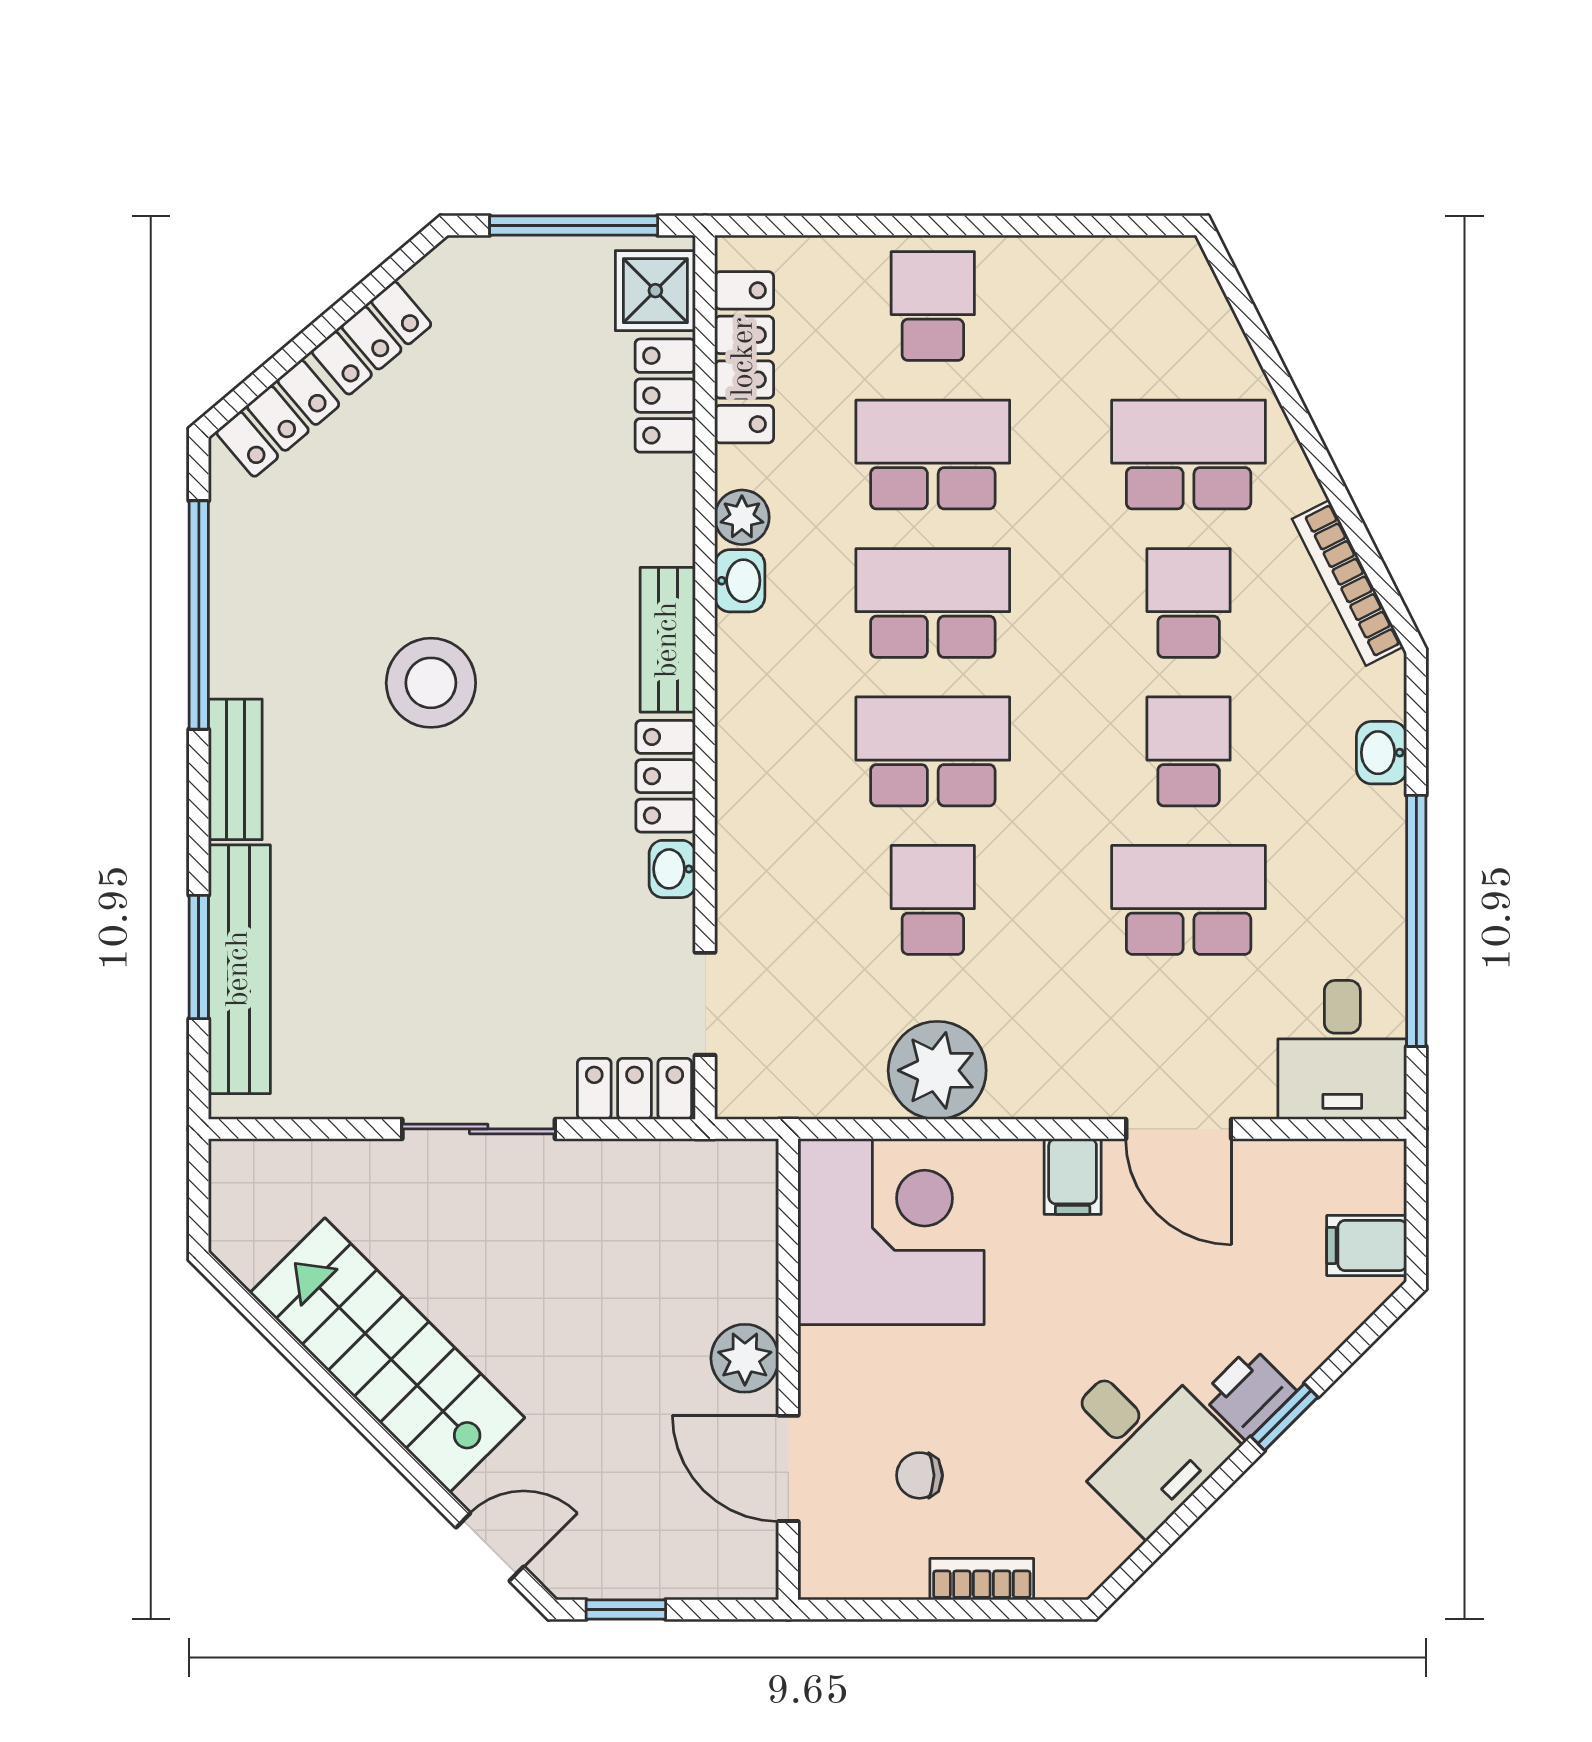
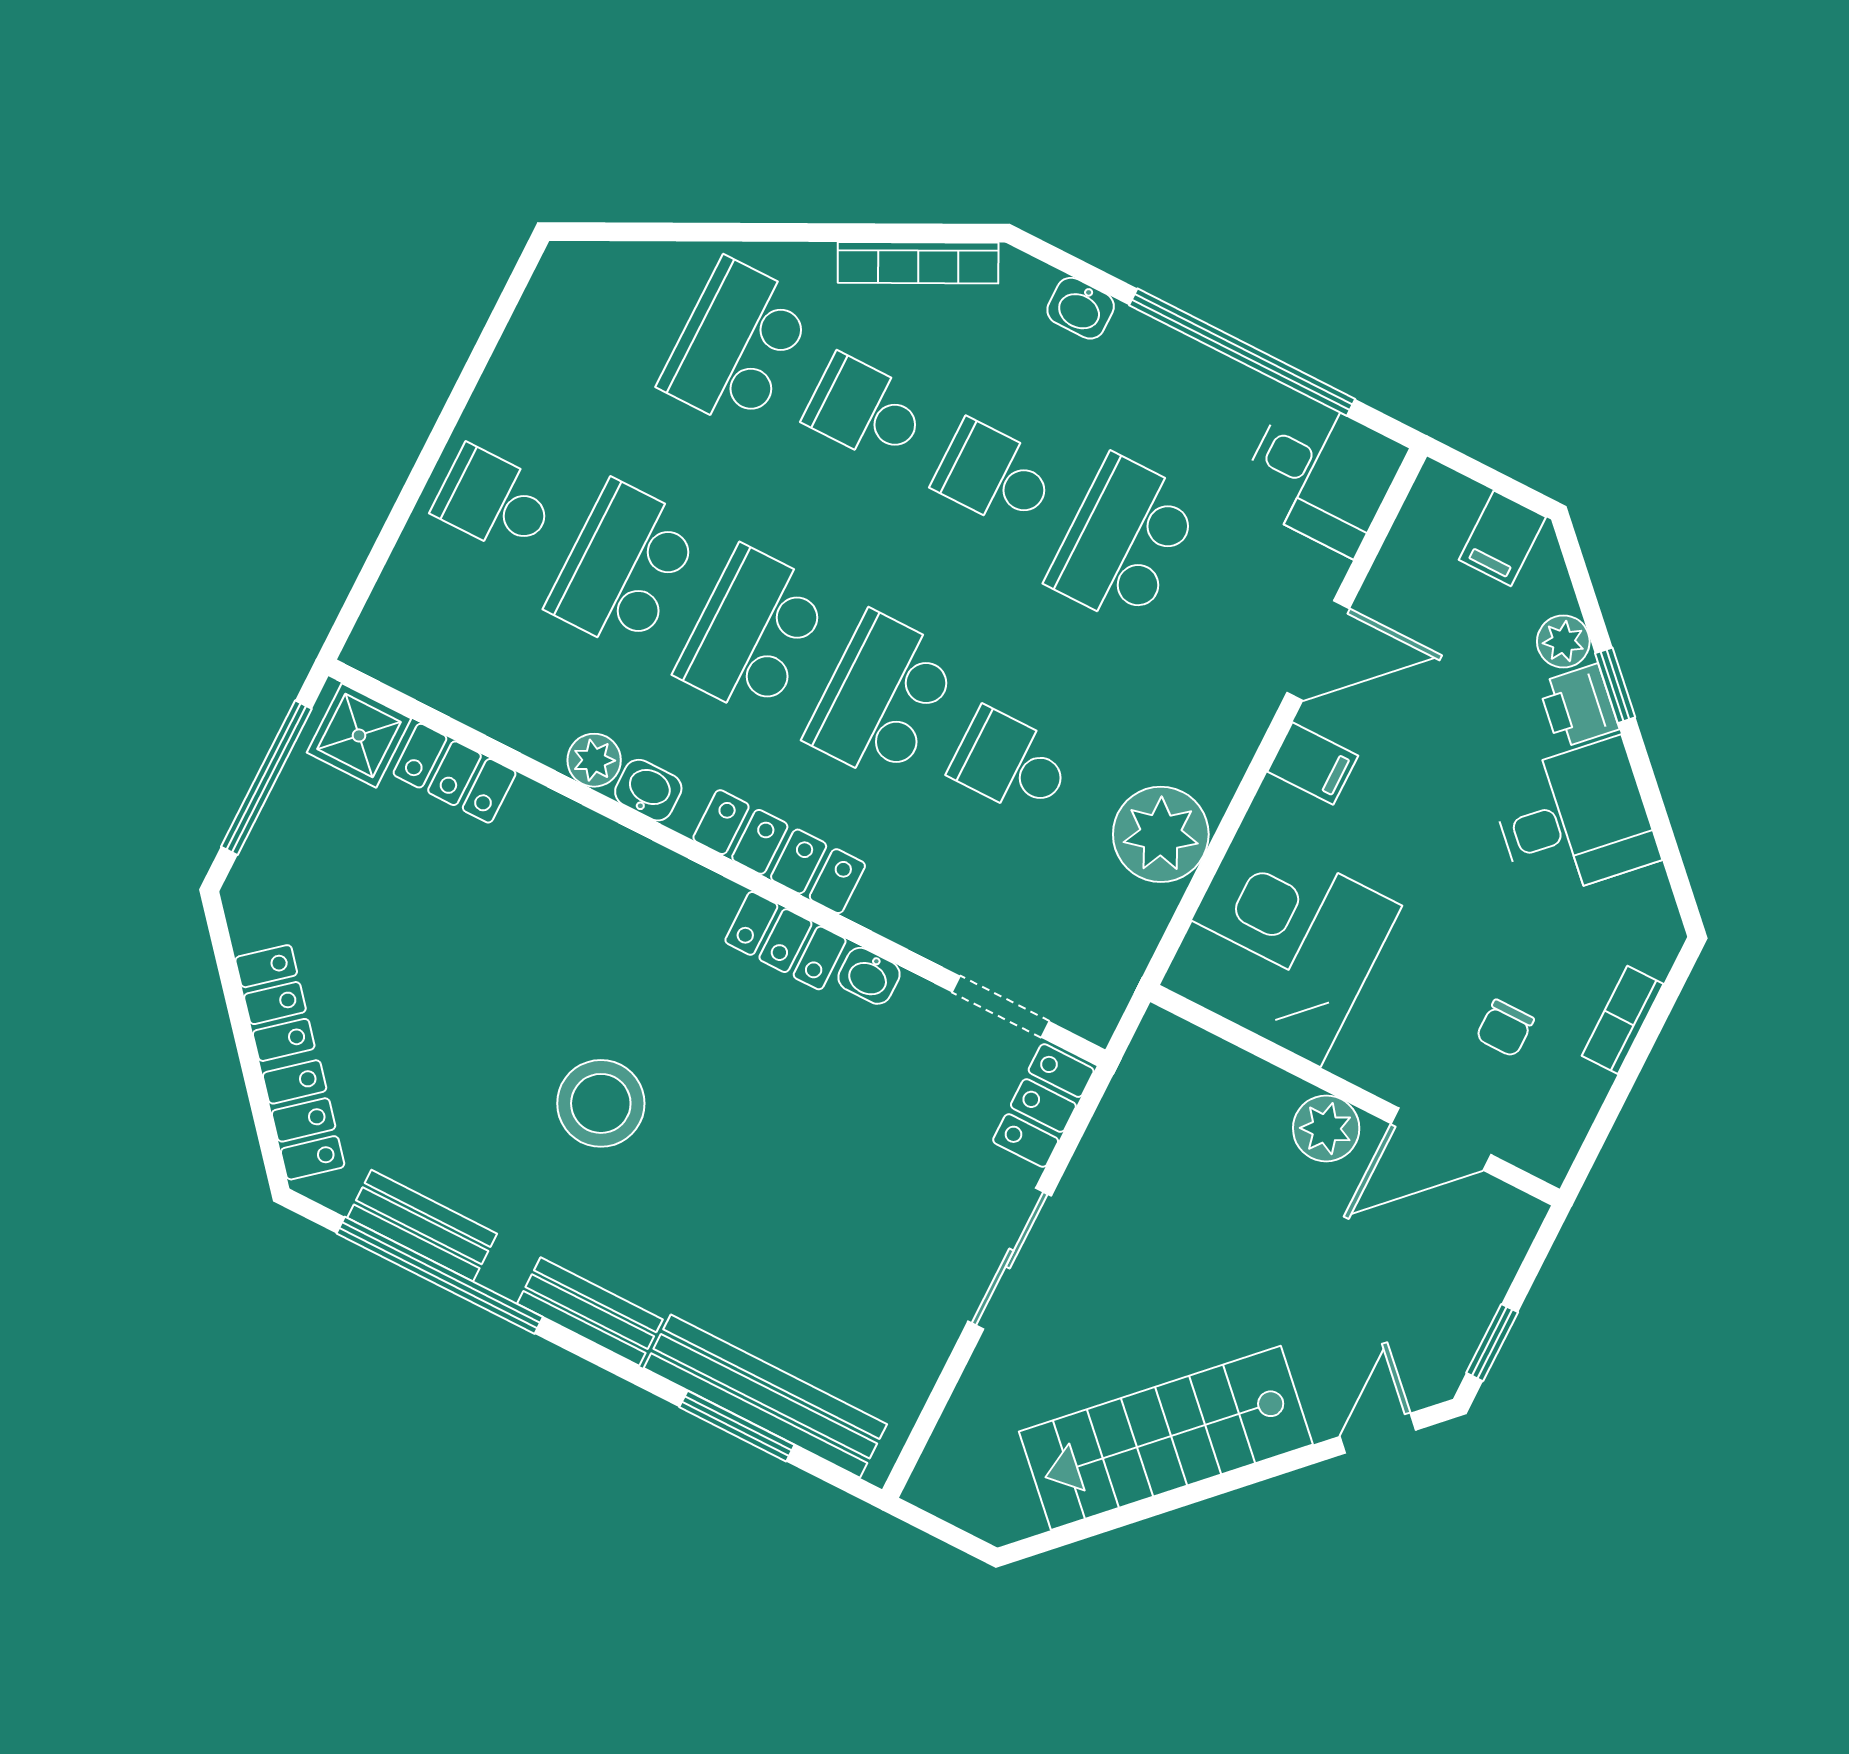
locker: (744, 357) -> (779, 852), moved
bench: (668, 640) -> (422, 1226), moved
plant: (1301, 1349) -> (1563, 641), added

